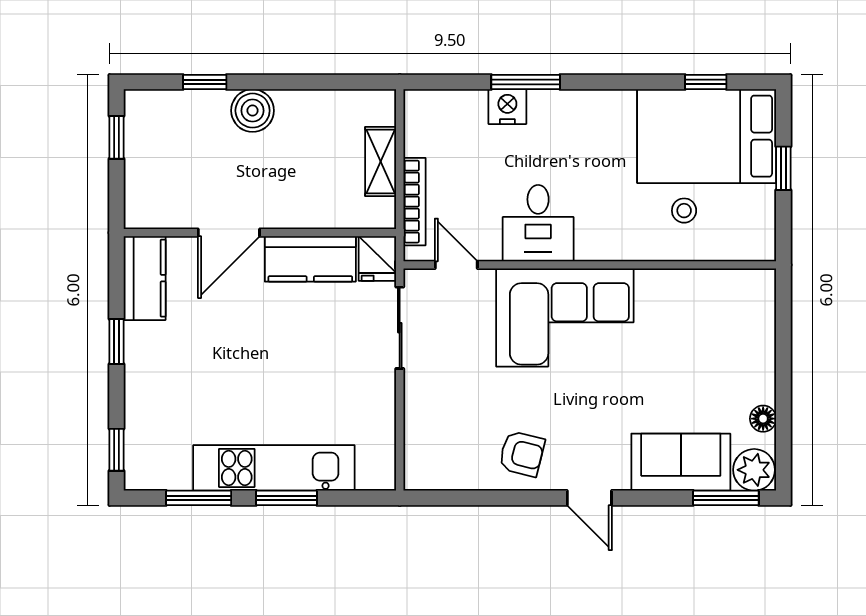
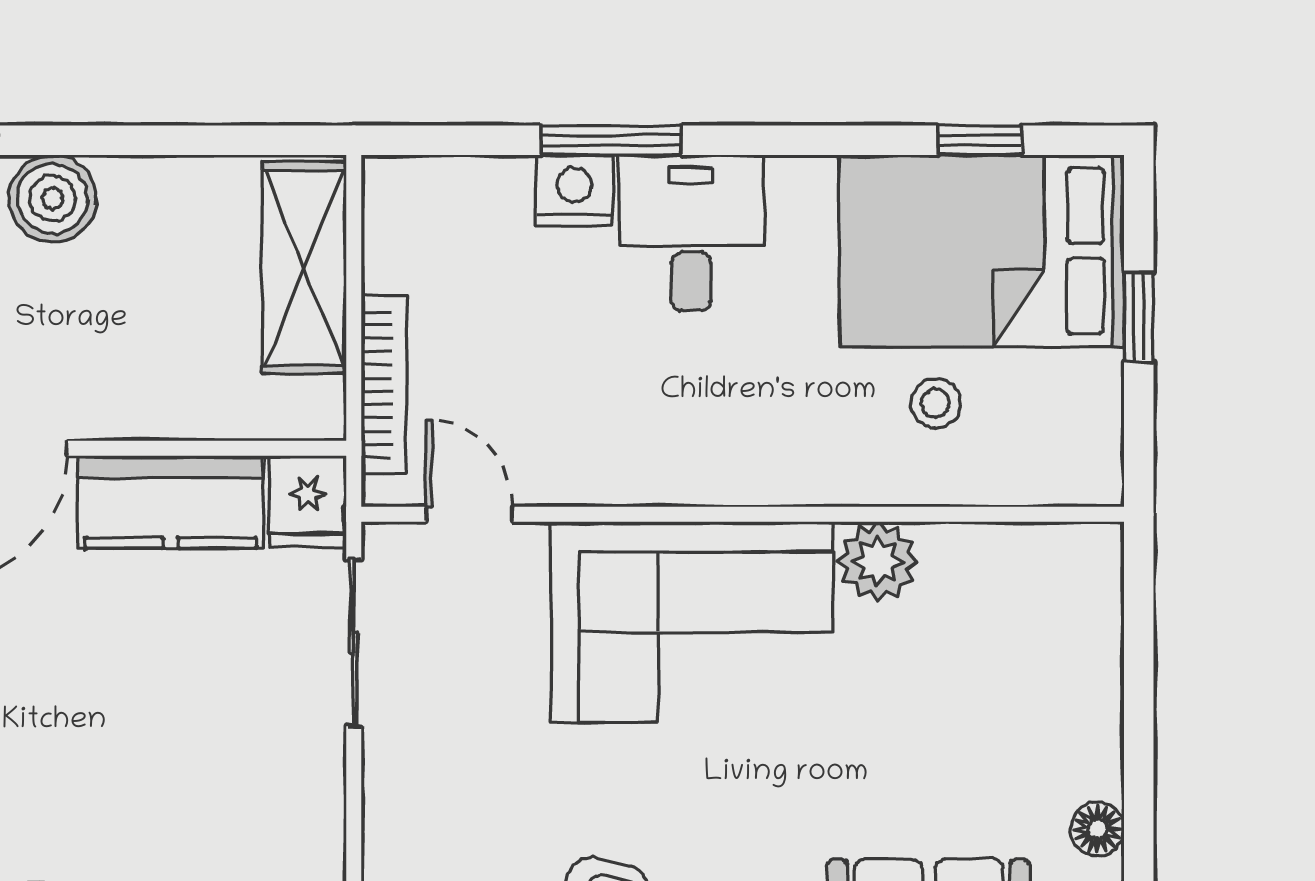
shelving: (381, 162) -> (304, 268), width x1.50, depth x1.33
desk: (538, 223) -> (691, 233), moved, turned 180
plant: (656, 288) -> (878, 561), added

